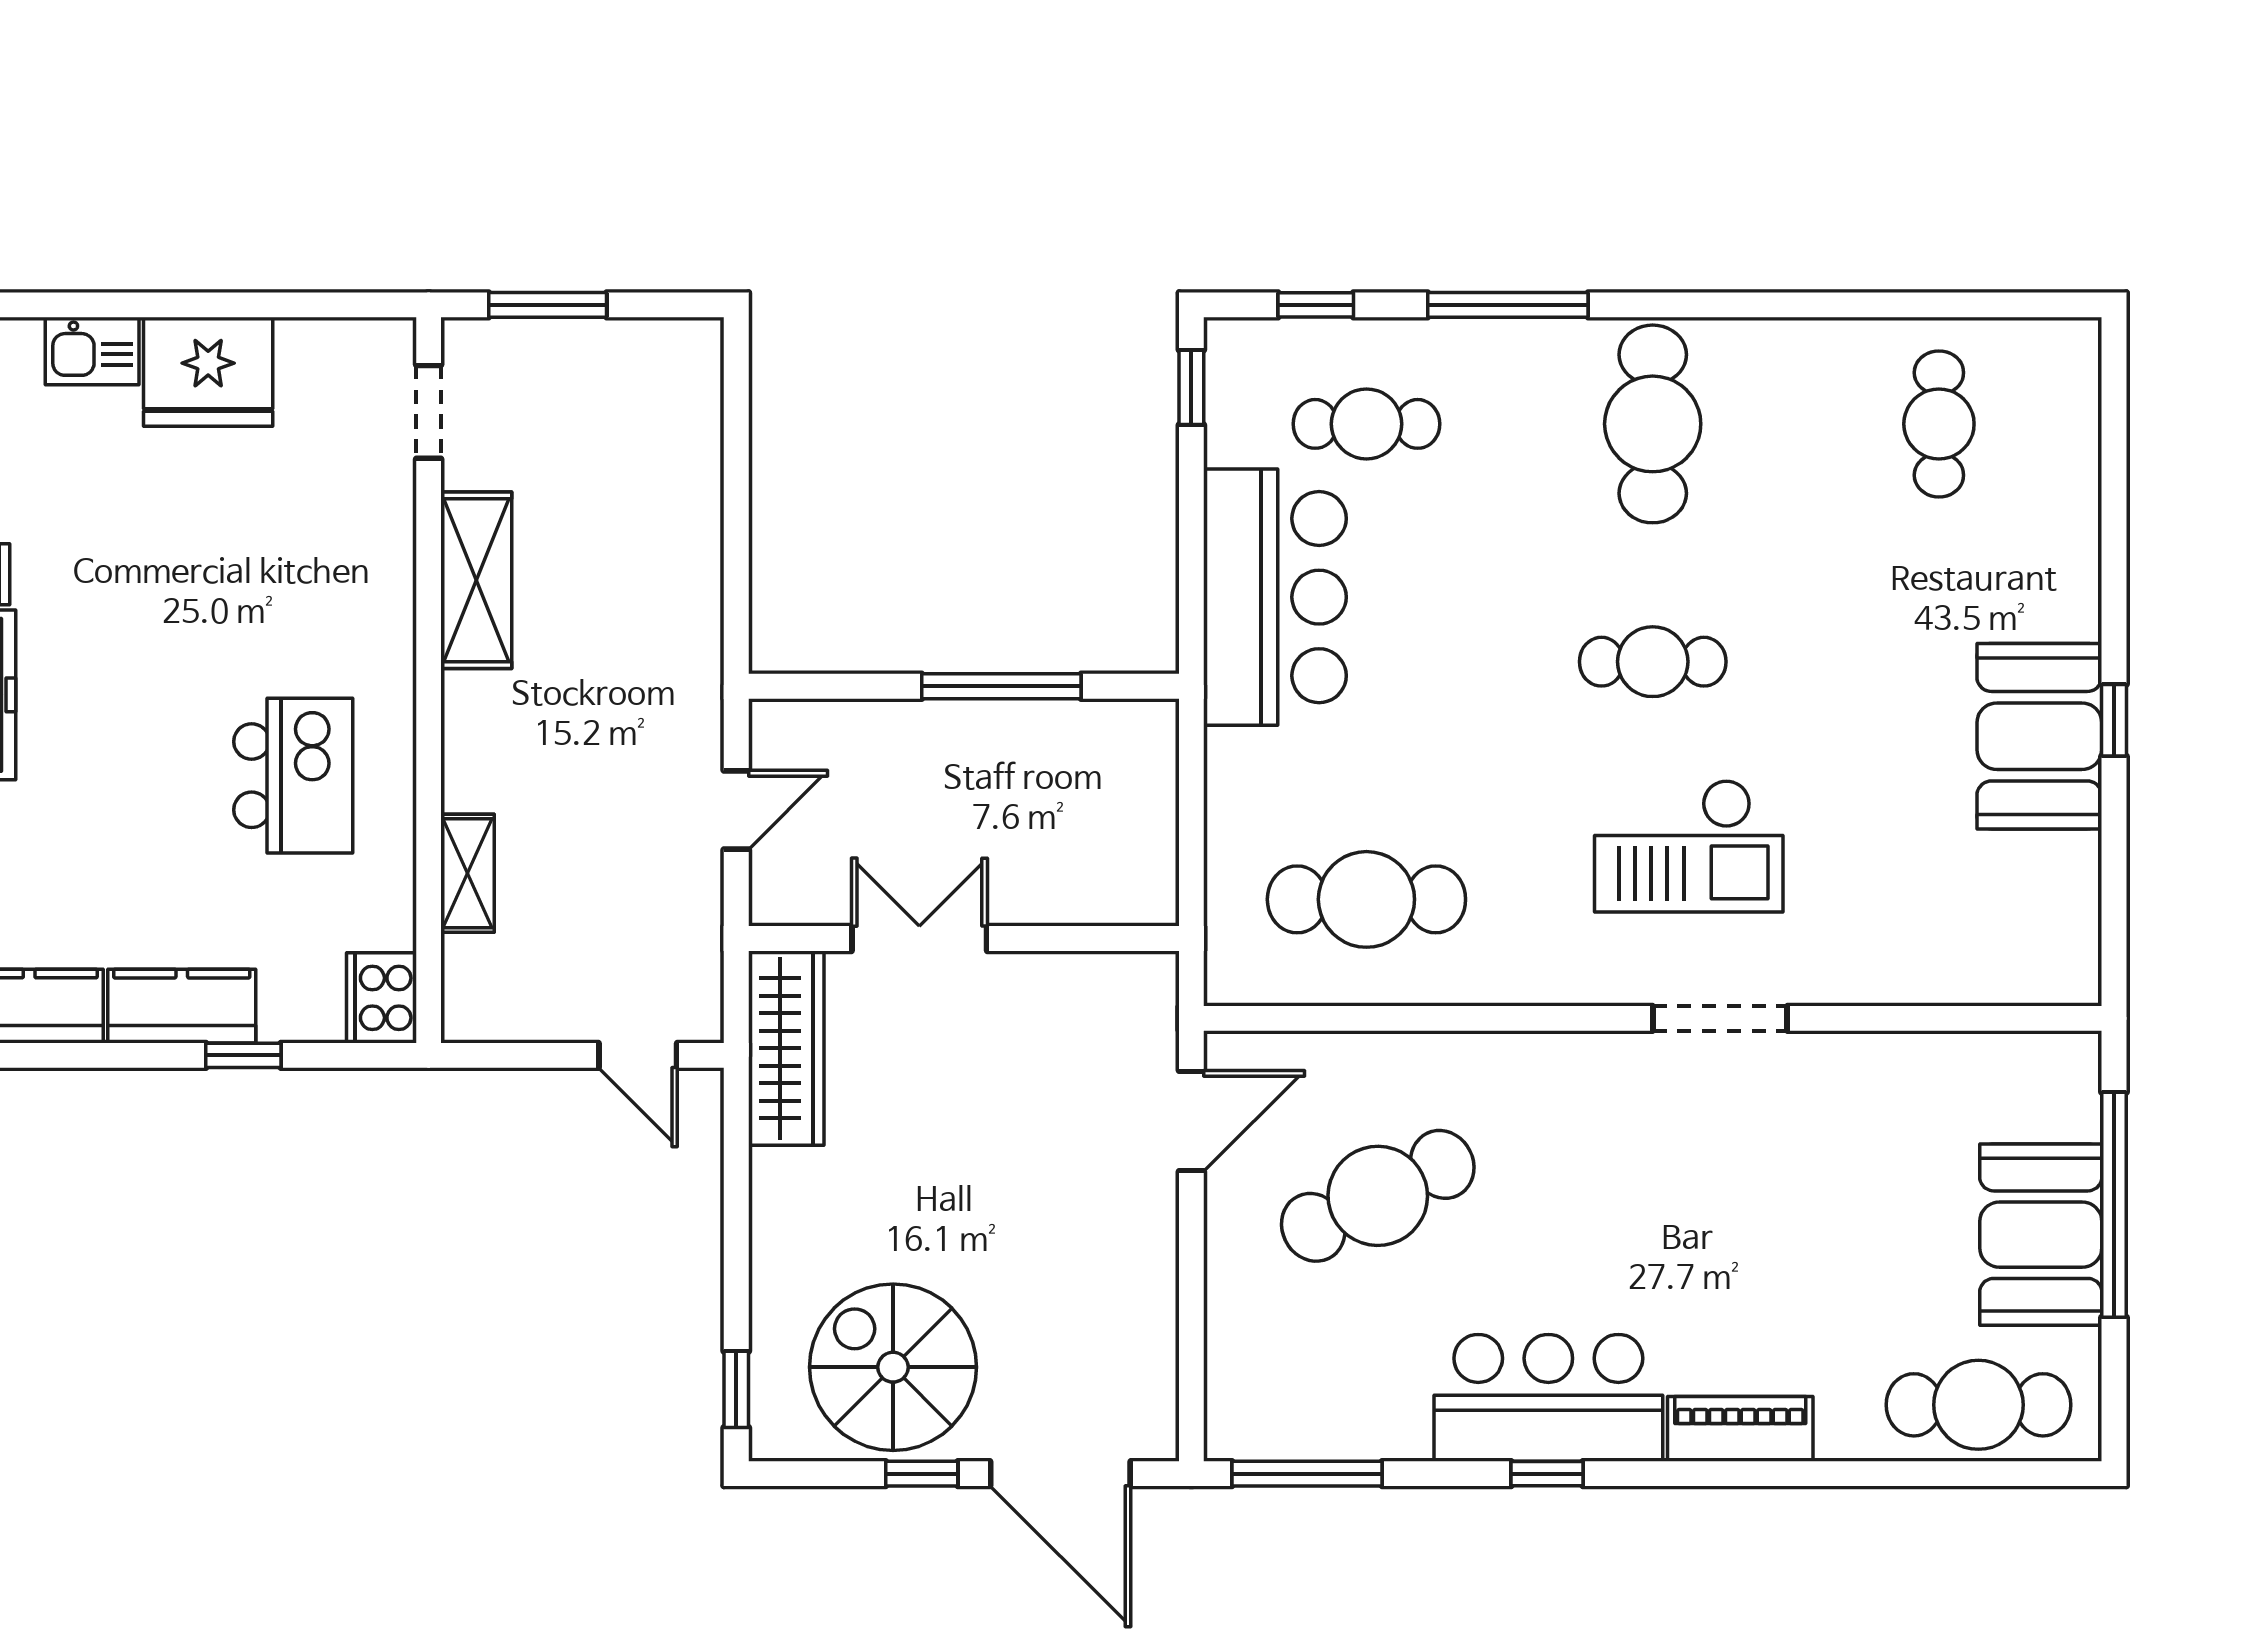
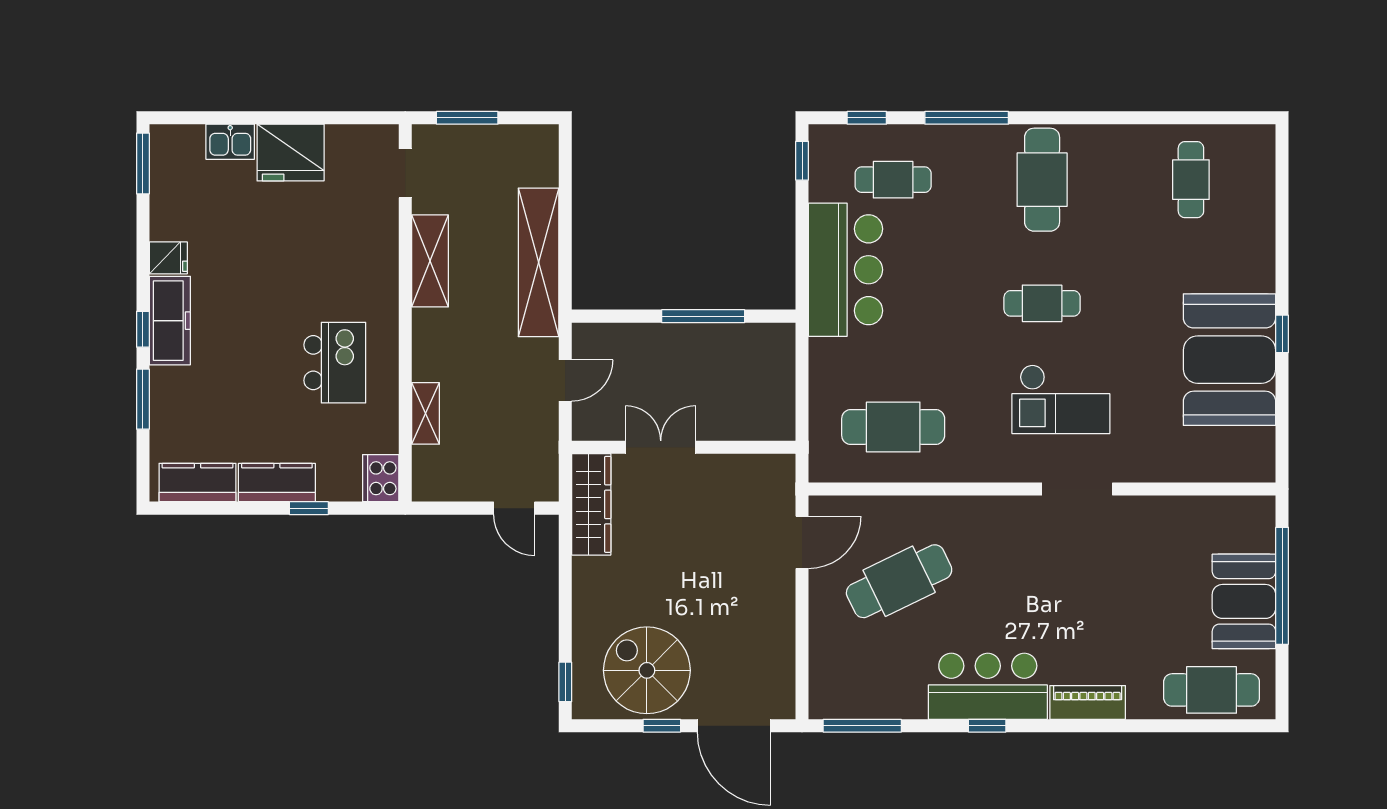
shelving: (685, 583) -> (539, 262), added
booth: (2039, 736) -> (1230, 360), width x1.36, depth x1.42

